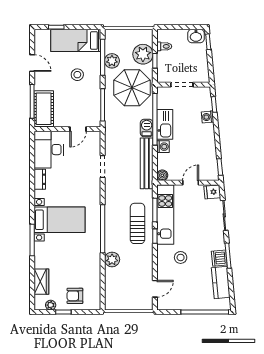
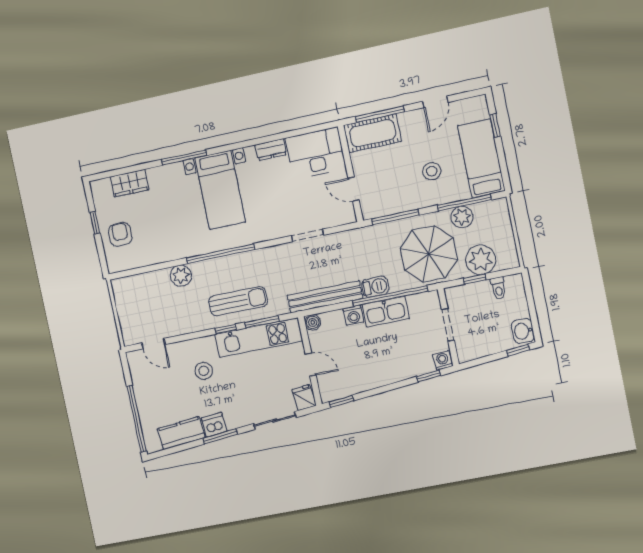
washing machine: (208, 117) -> (443, 360), moved
plant: (51, 305) -> (100, 203), removed

